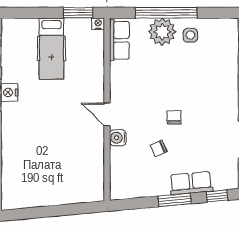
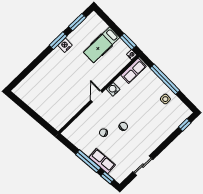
plant: (162, 32) -> (155, 85), removed
water cooler: (118, 138) -> (113, 89), moved
window: (175, 200) -> (88, 161), width x1.44

